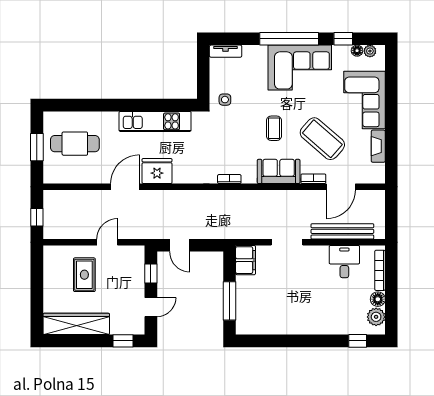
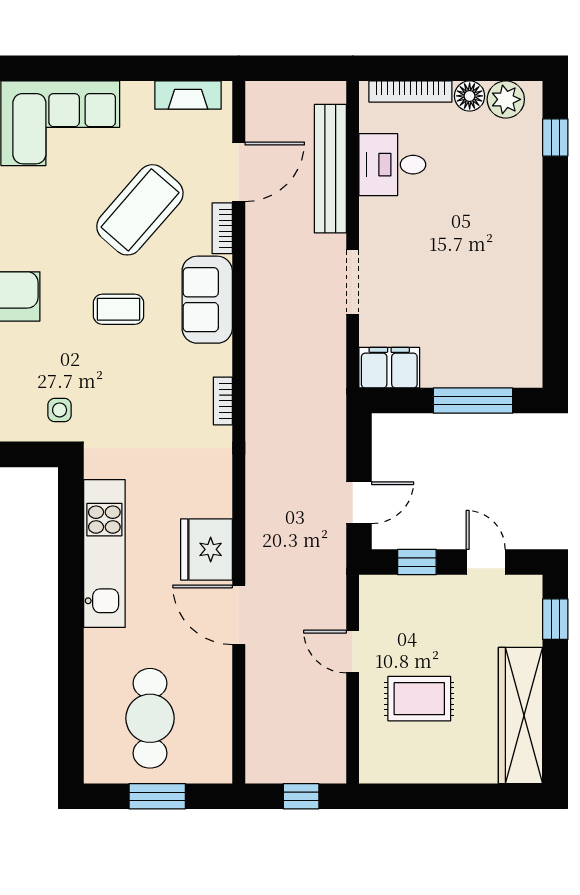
fireplace: (378, 146) -> (188, 95), moved
door: (341, 187) -> (239, 172), hinge flipped

